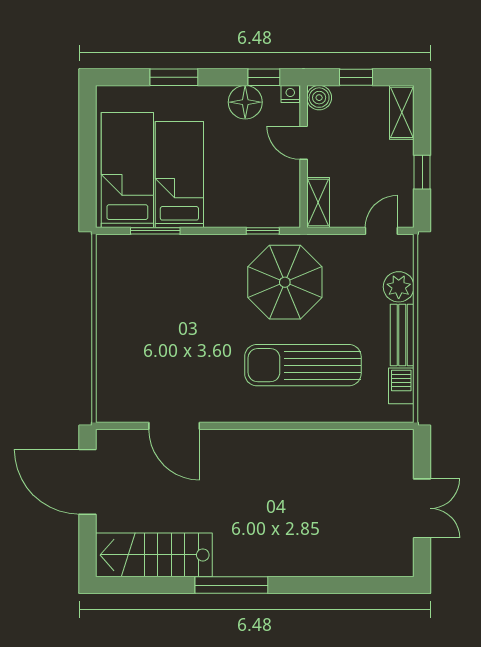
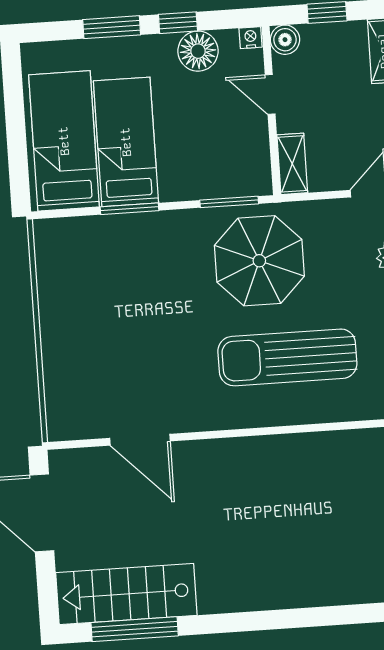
window: (264, 77) -> (178, 23), moved
window: (155, 231) -> (129, 209), moved
window: (263, 231) -> (229, 202), width x1.50
window: (231, 585) -> (135, 629), moved

